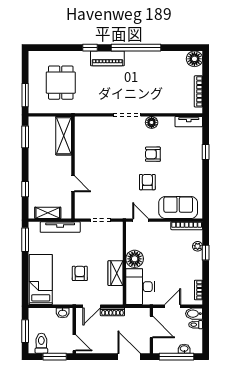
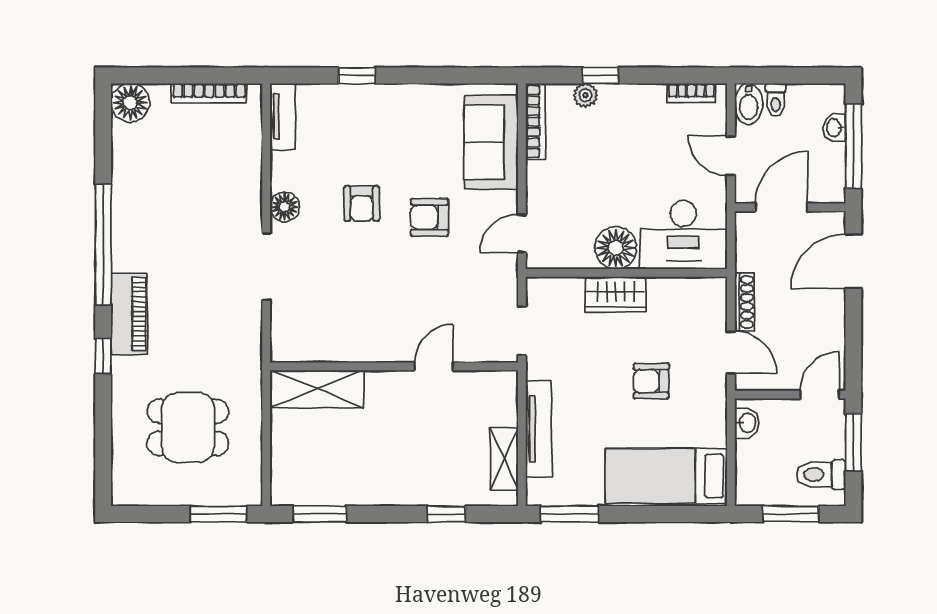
shelving: (64, 136) -> (317, 389), moved
wall: (73, 167) -> (394, 366), moved
door: (73, 184) -> (434, 366), moved
wardrobe: (116, 273) -> (616, 294), moved

